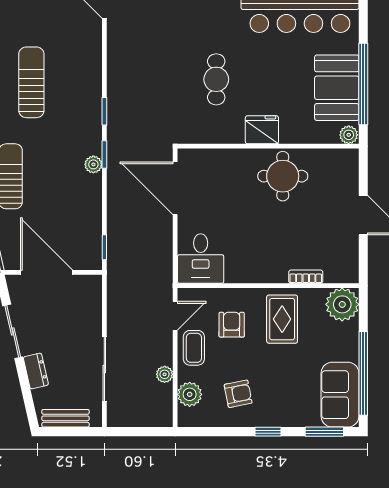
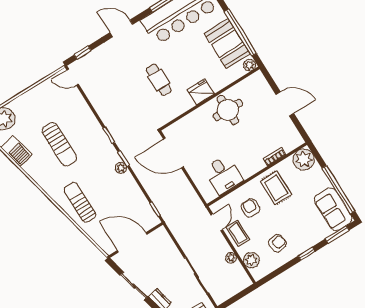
sun lounger: (31, 82) -> (59, 144), turned 180
desk: (201, 259) -> (224, 175), moved

